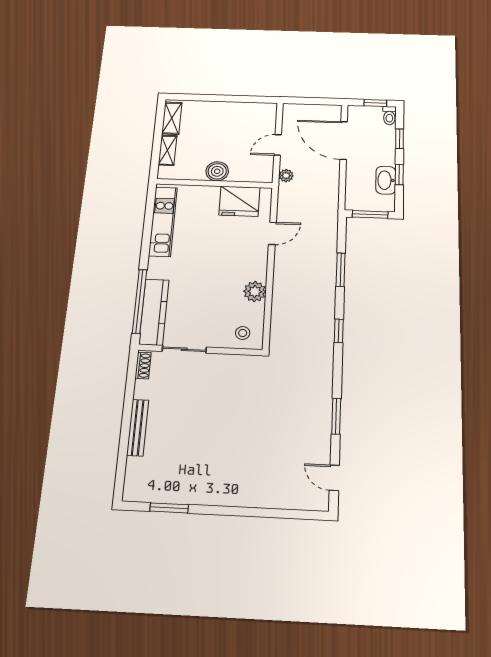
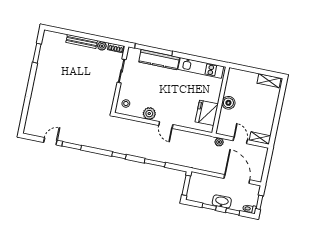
door: (344, 140) -> (237, 179), hinge flipped
shelving: (168, 150) -> (260, 138), moved
washbasin: (386, 180) -> (222, 201), moved
door: (272, 233) -> (166, 125), moved
kitchen counter: (154, 312) -> (159, 60), moved
plant: (142, 390) -> (102, 46), added
door: (334, 478) -> (50, 141), moved

